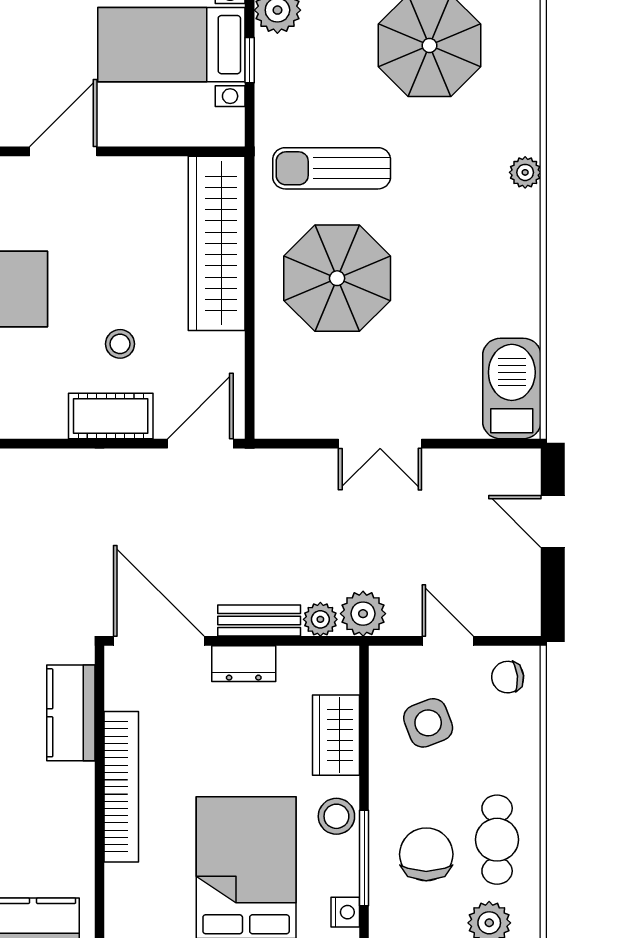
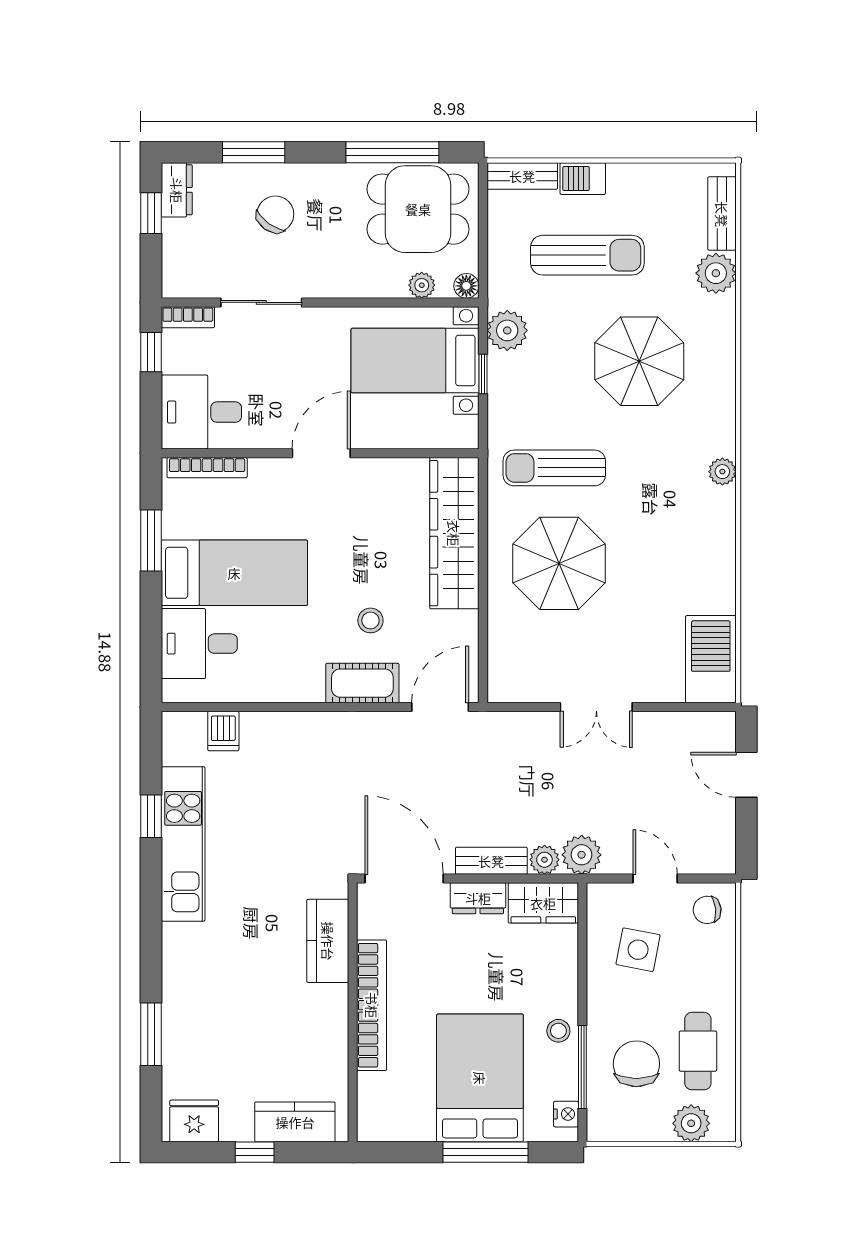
side table: (428, 723) -> (638, 950), turned 32
wardrobe: (336, 735) -> (543, 903), moved, turned -90
stool: (336, 816) -> (558, 1031), width x0.73, depth x0.73

